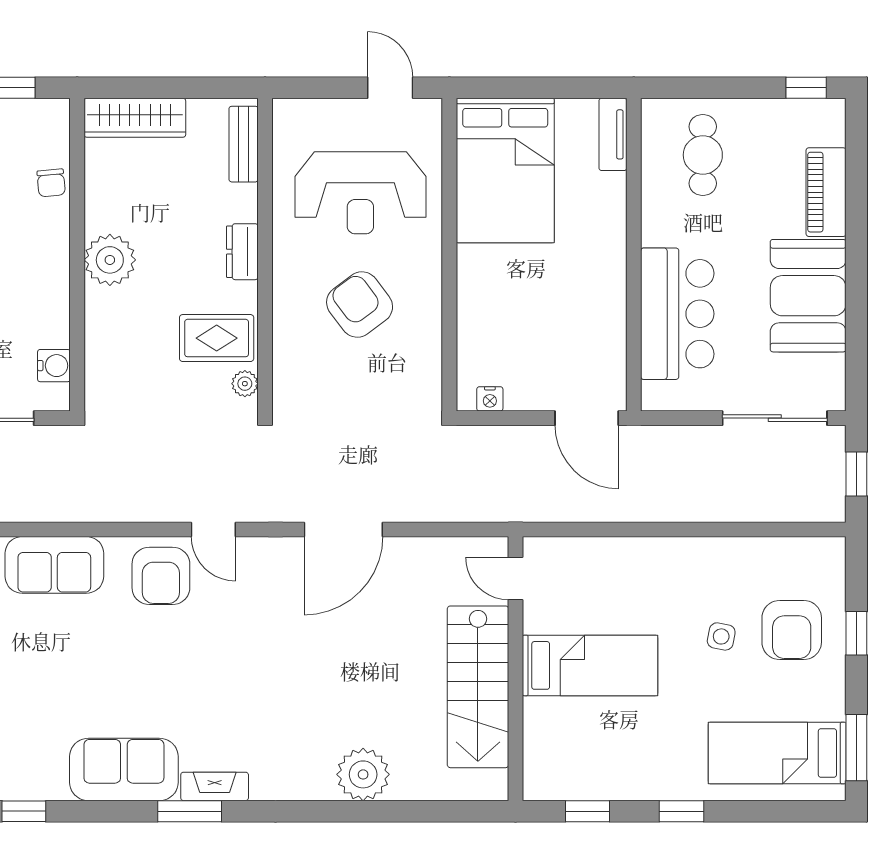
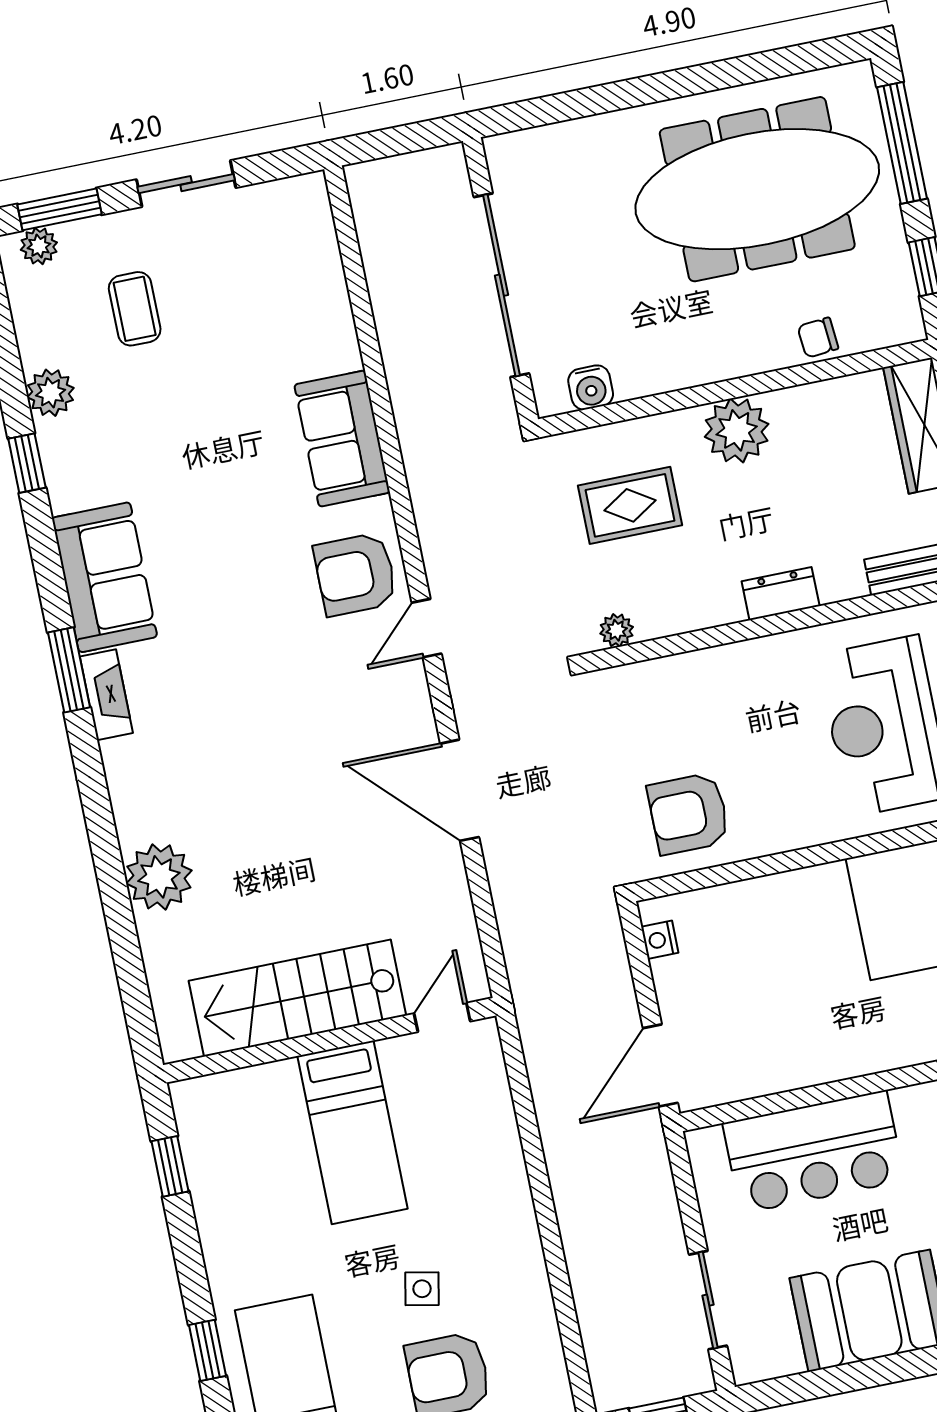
armchair: (360, 305) -> (688, 814), moved, turned -143
rug: (217, 338) -> (630, 505), moved, turned 90
sliding door: (775, 418) -> (708, 1300), width x0.73
window: (681, 811) -> (207, 1350), moved

